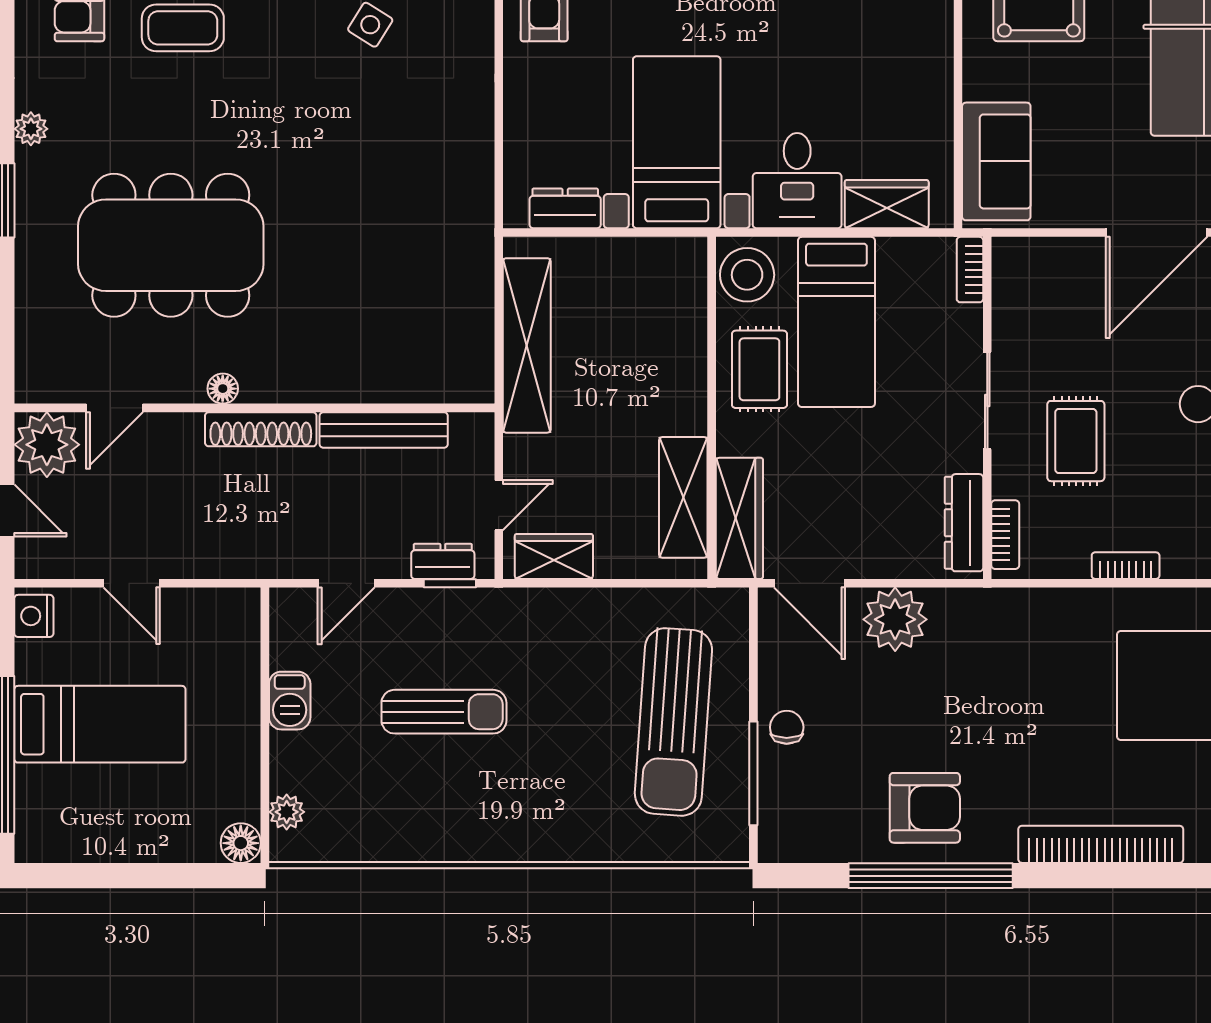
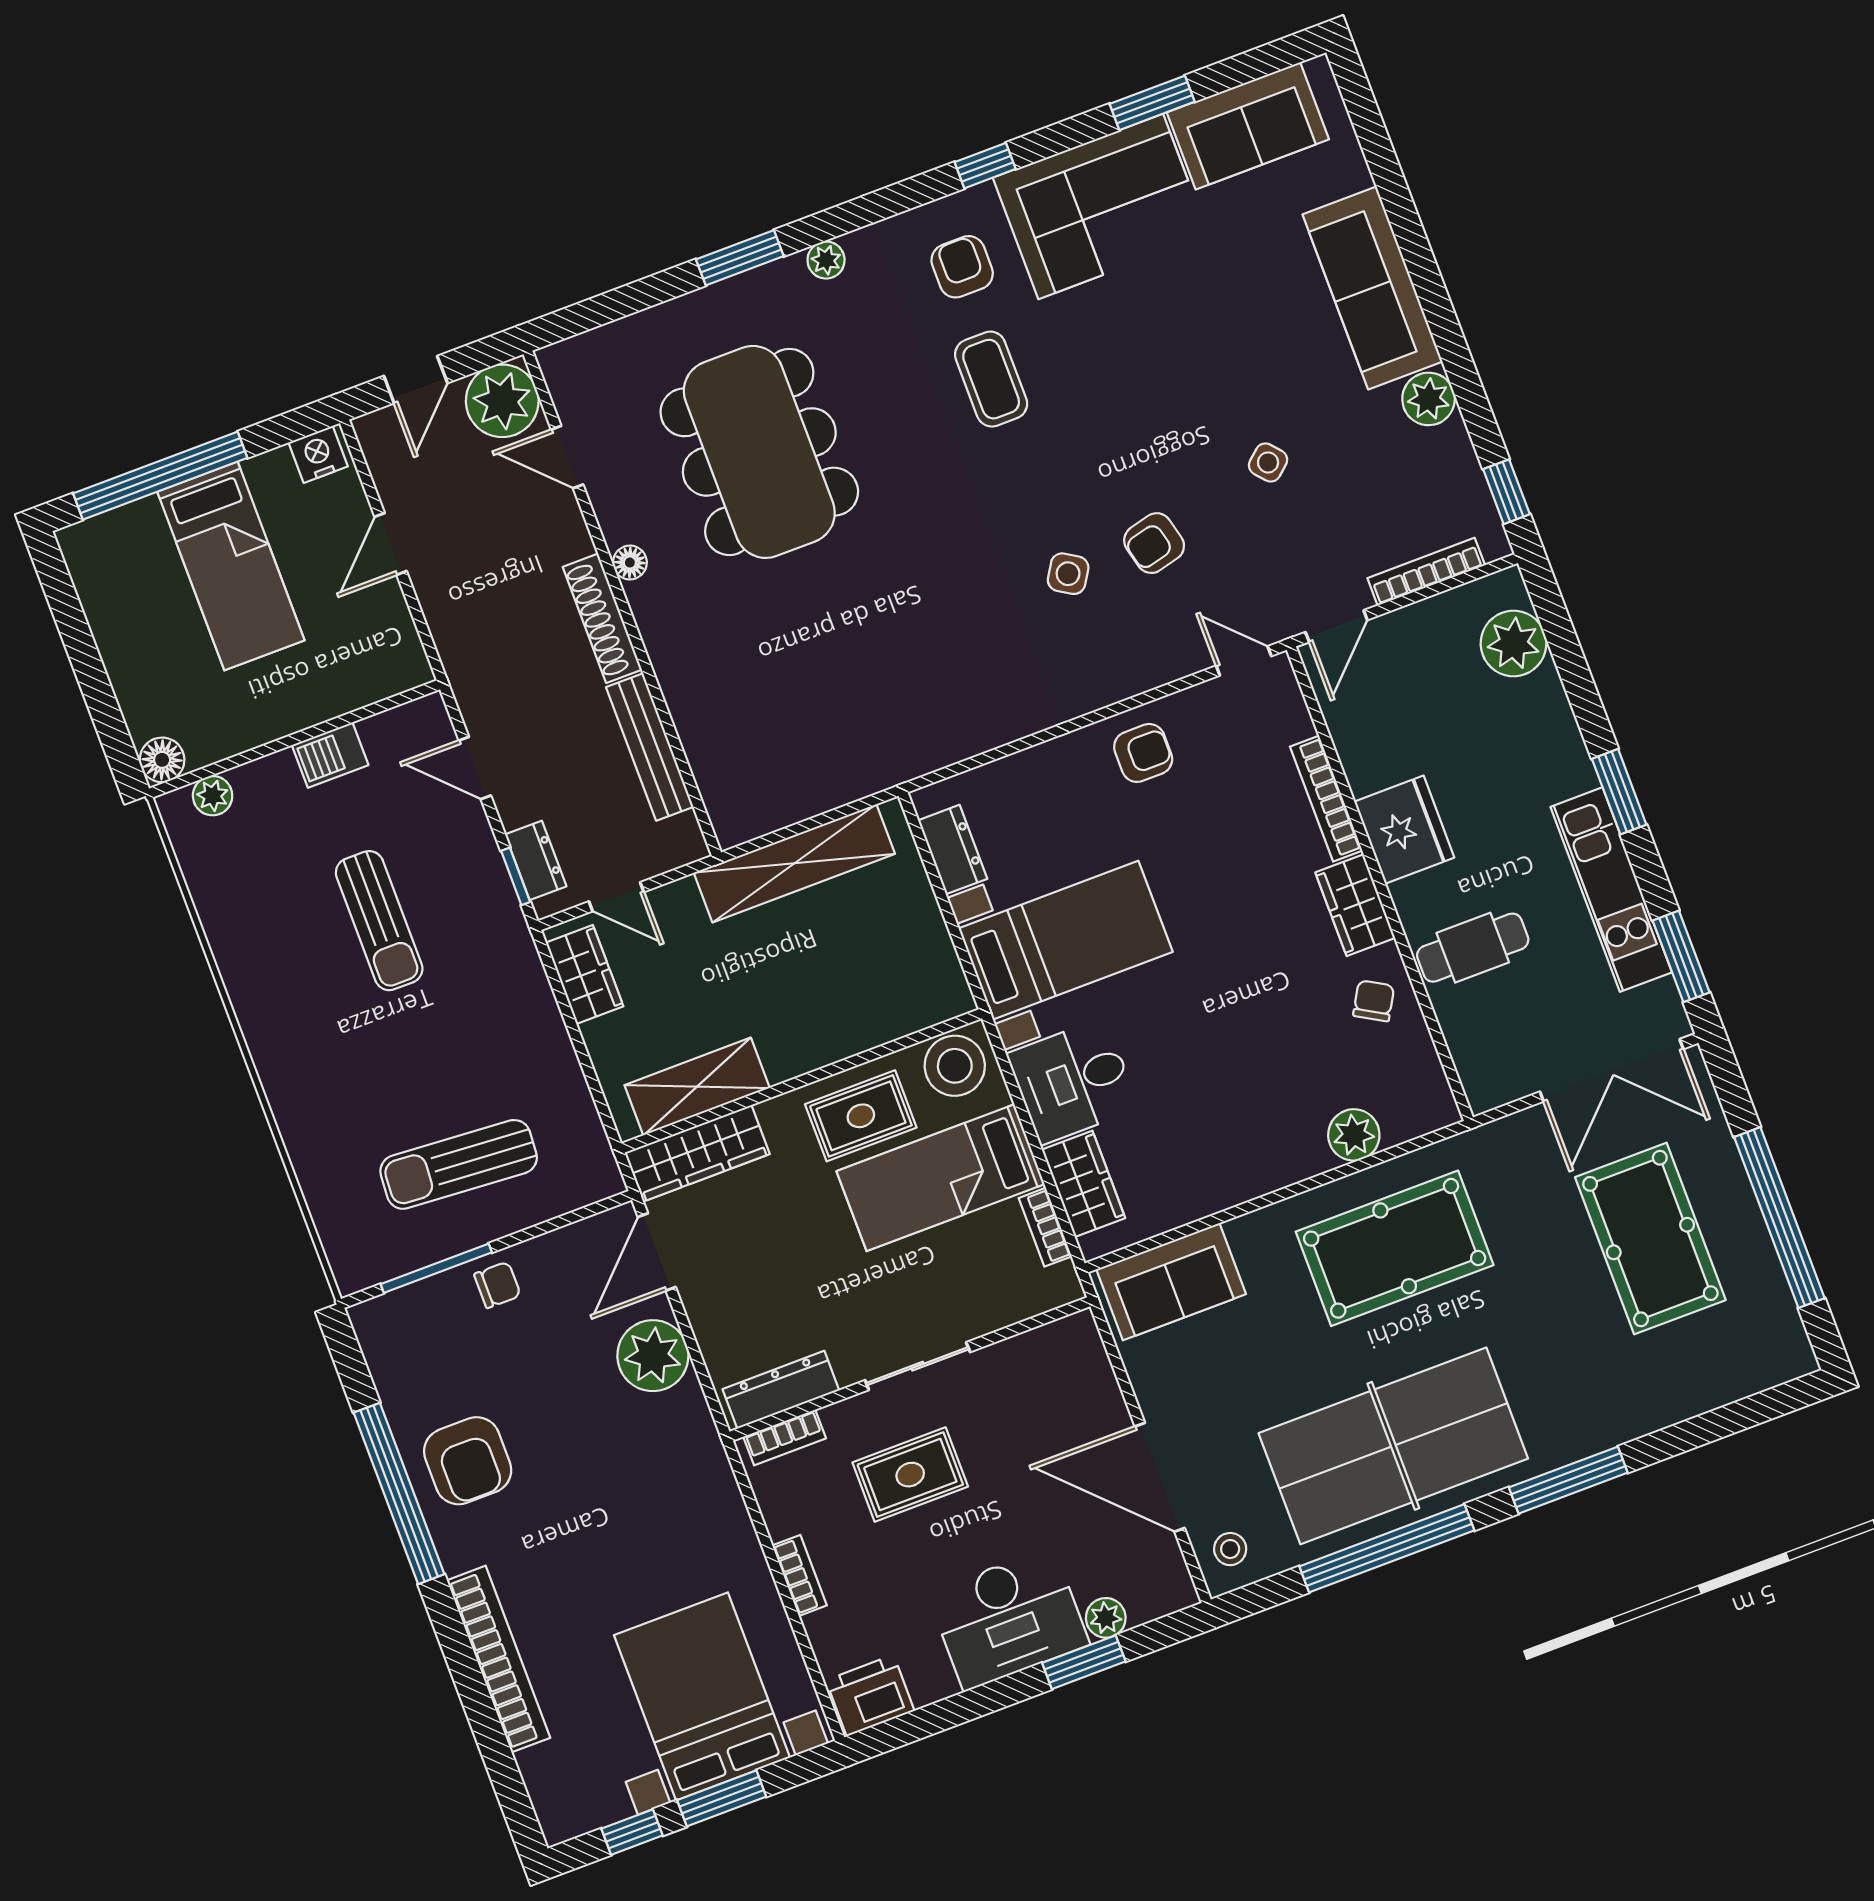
bookcase: (970, 270) -> (1045, 1227), moved, turned -90
sun lounger: (673, 722) -> (459, 1164), width x0.73, depth x0.75

